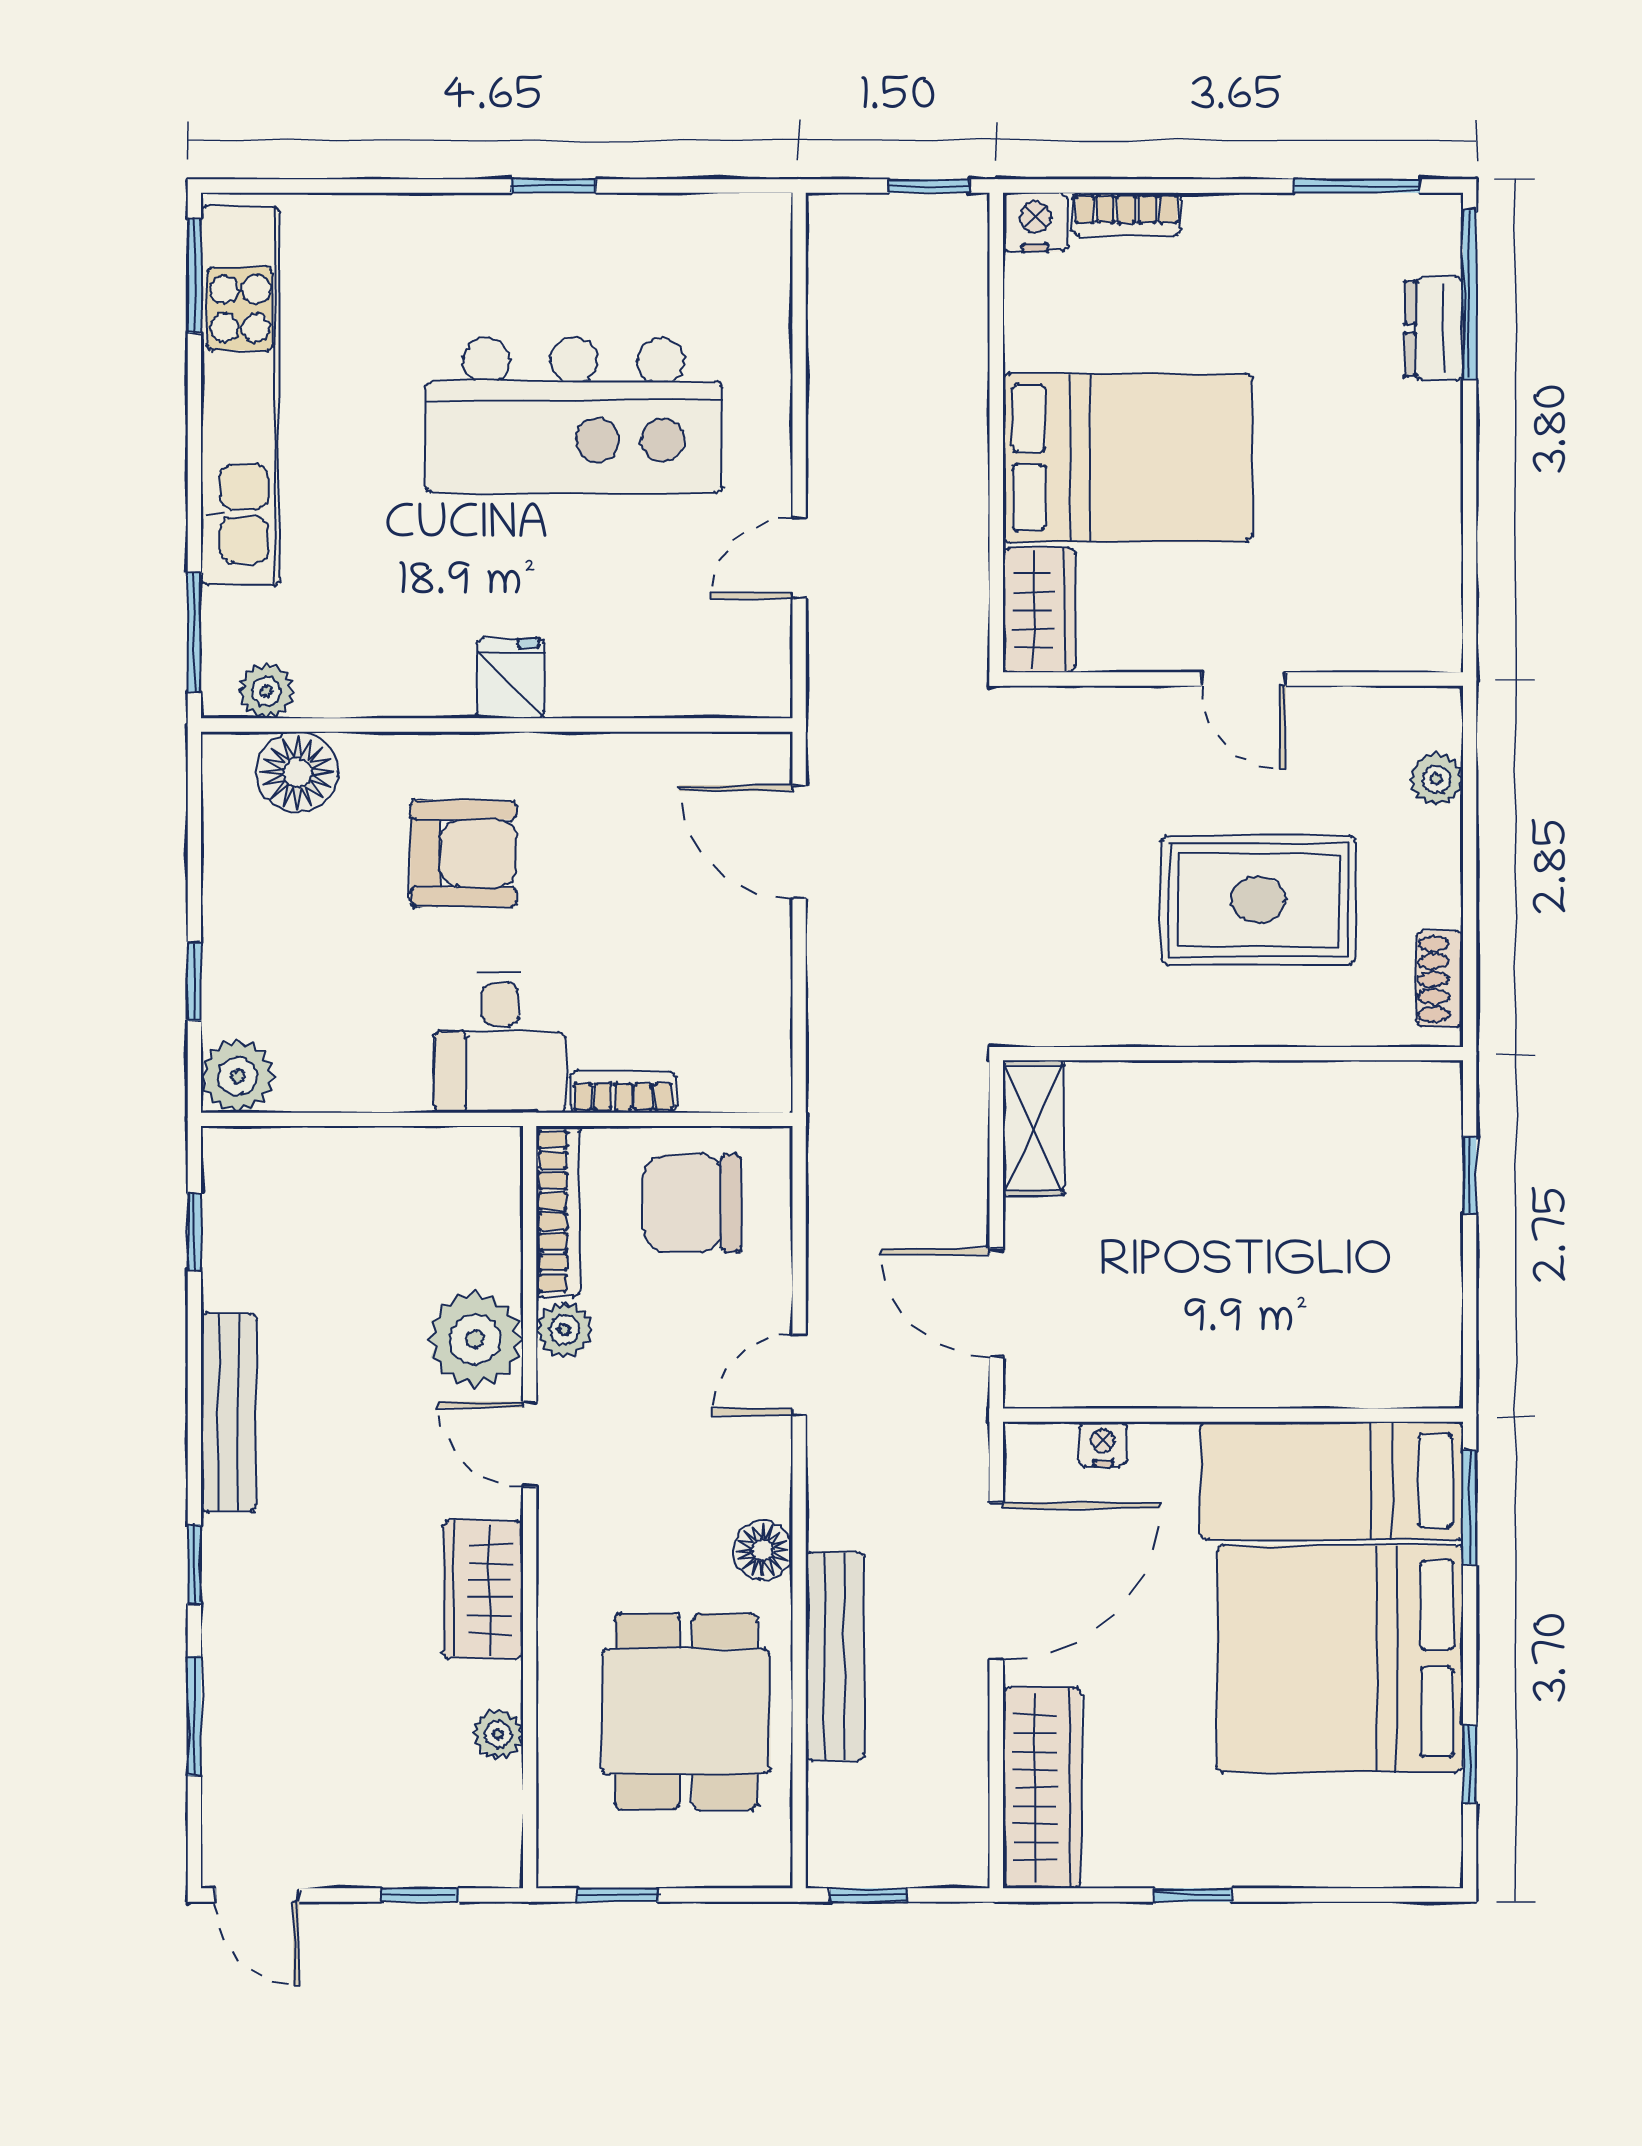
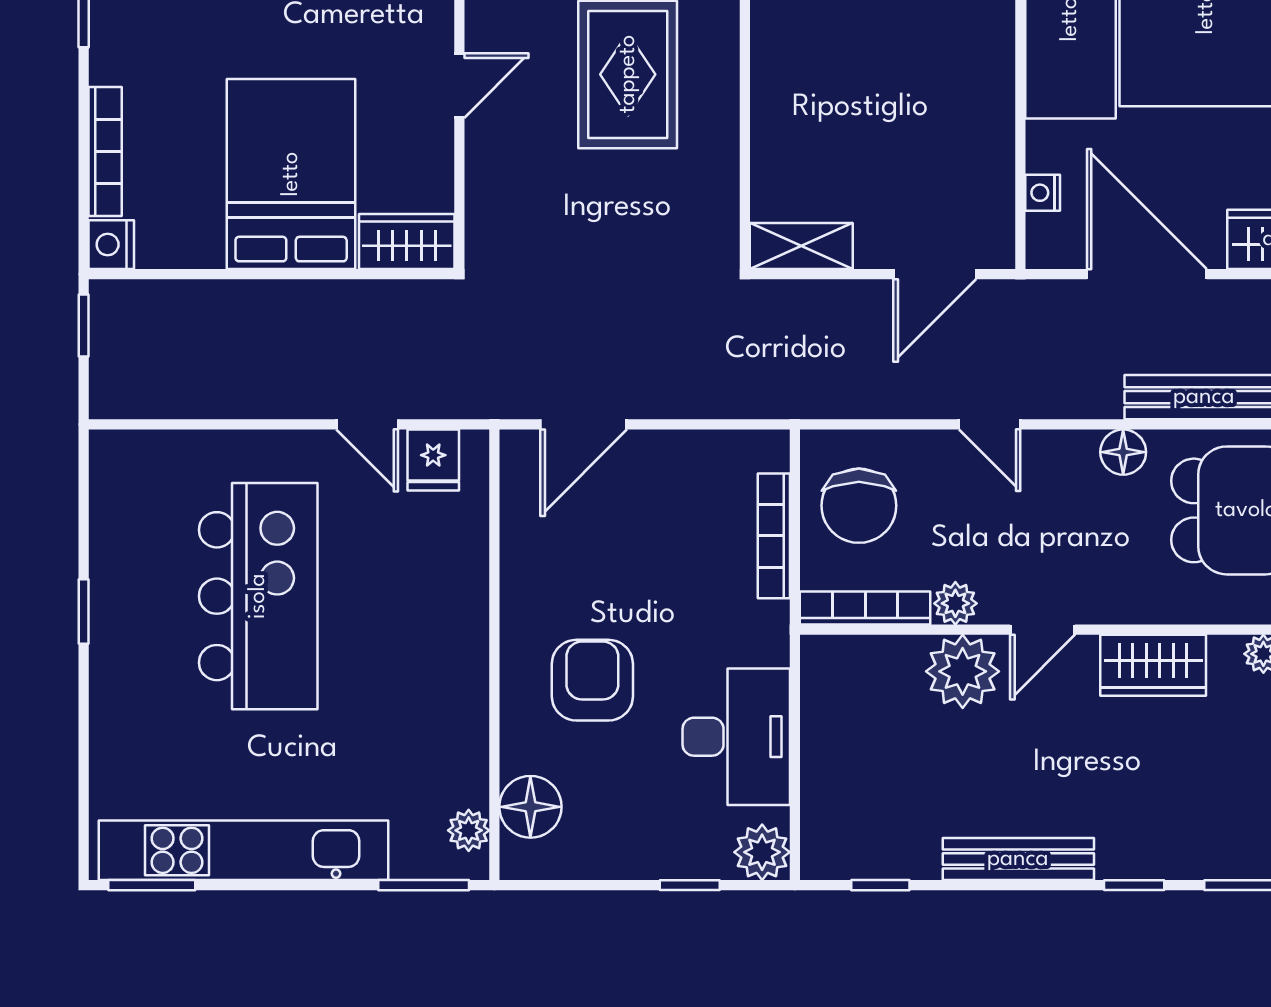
bookcase: (1127, 214) -> (105, 151), width x1.56
fridge: (511, 678) -> (433, 460), moved, turned -90
desk: (500, 1042) -> (736, 737), moved, width x1.37
bookcase: (623, 1092) -> (774, 536), width x1.56

